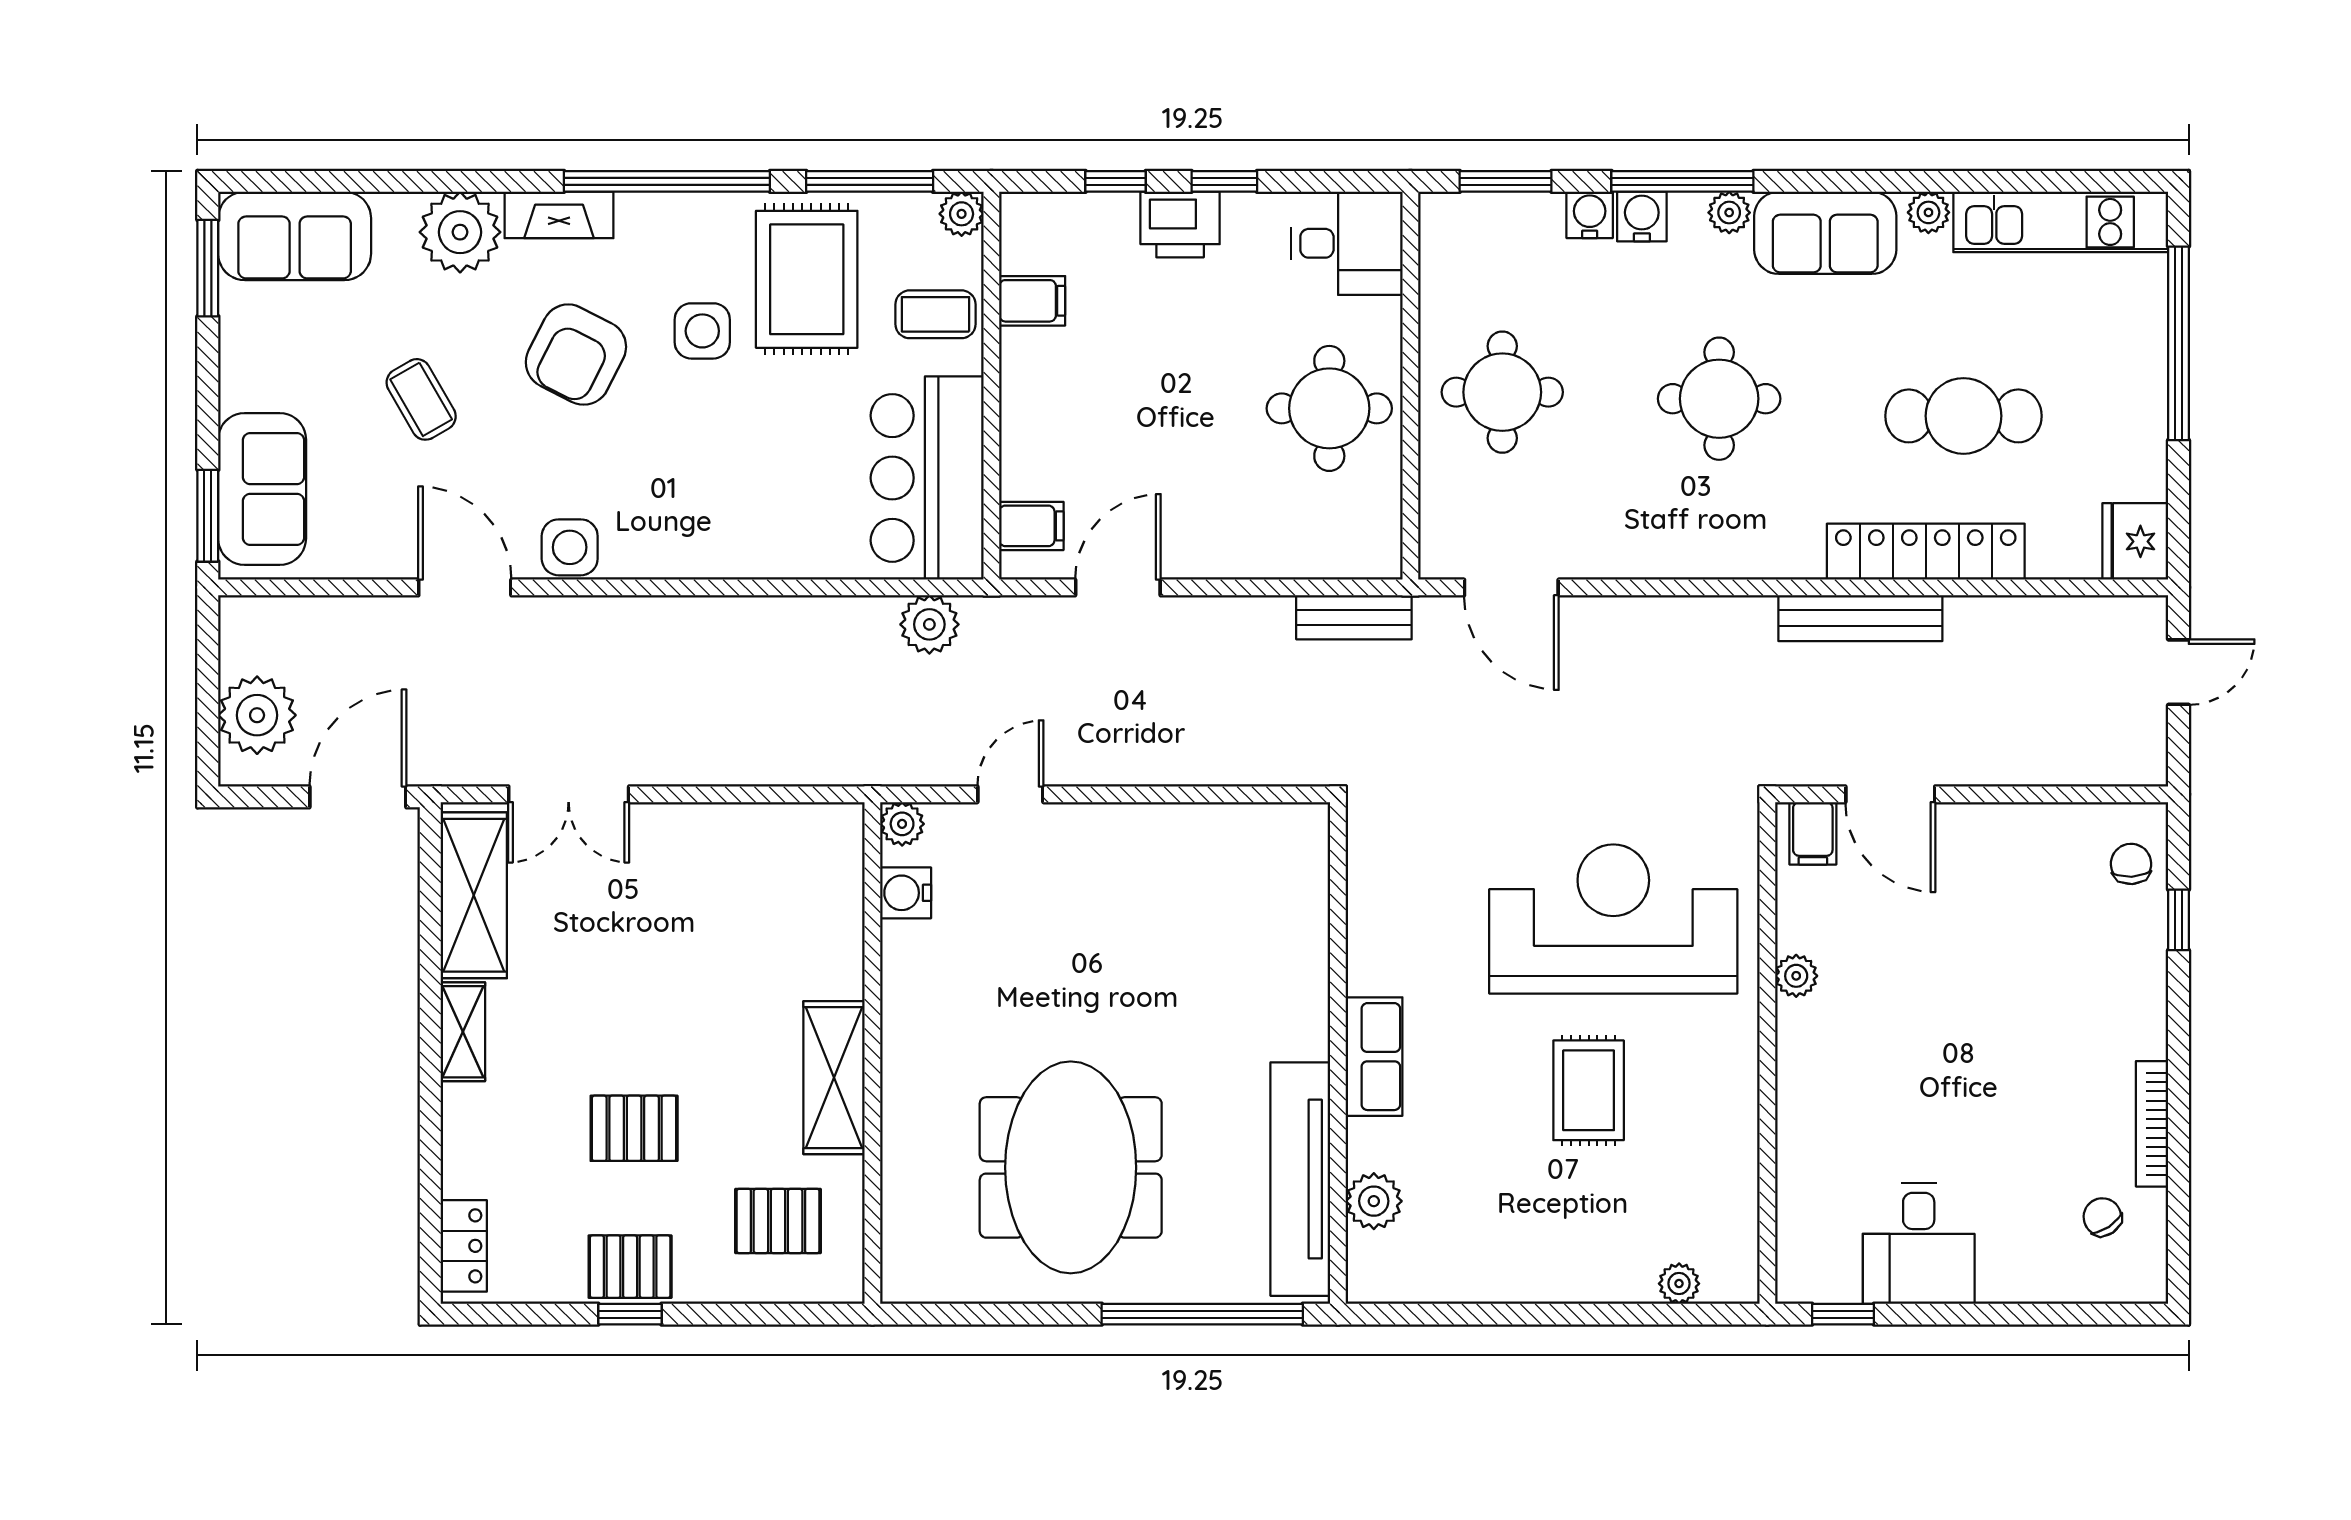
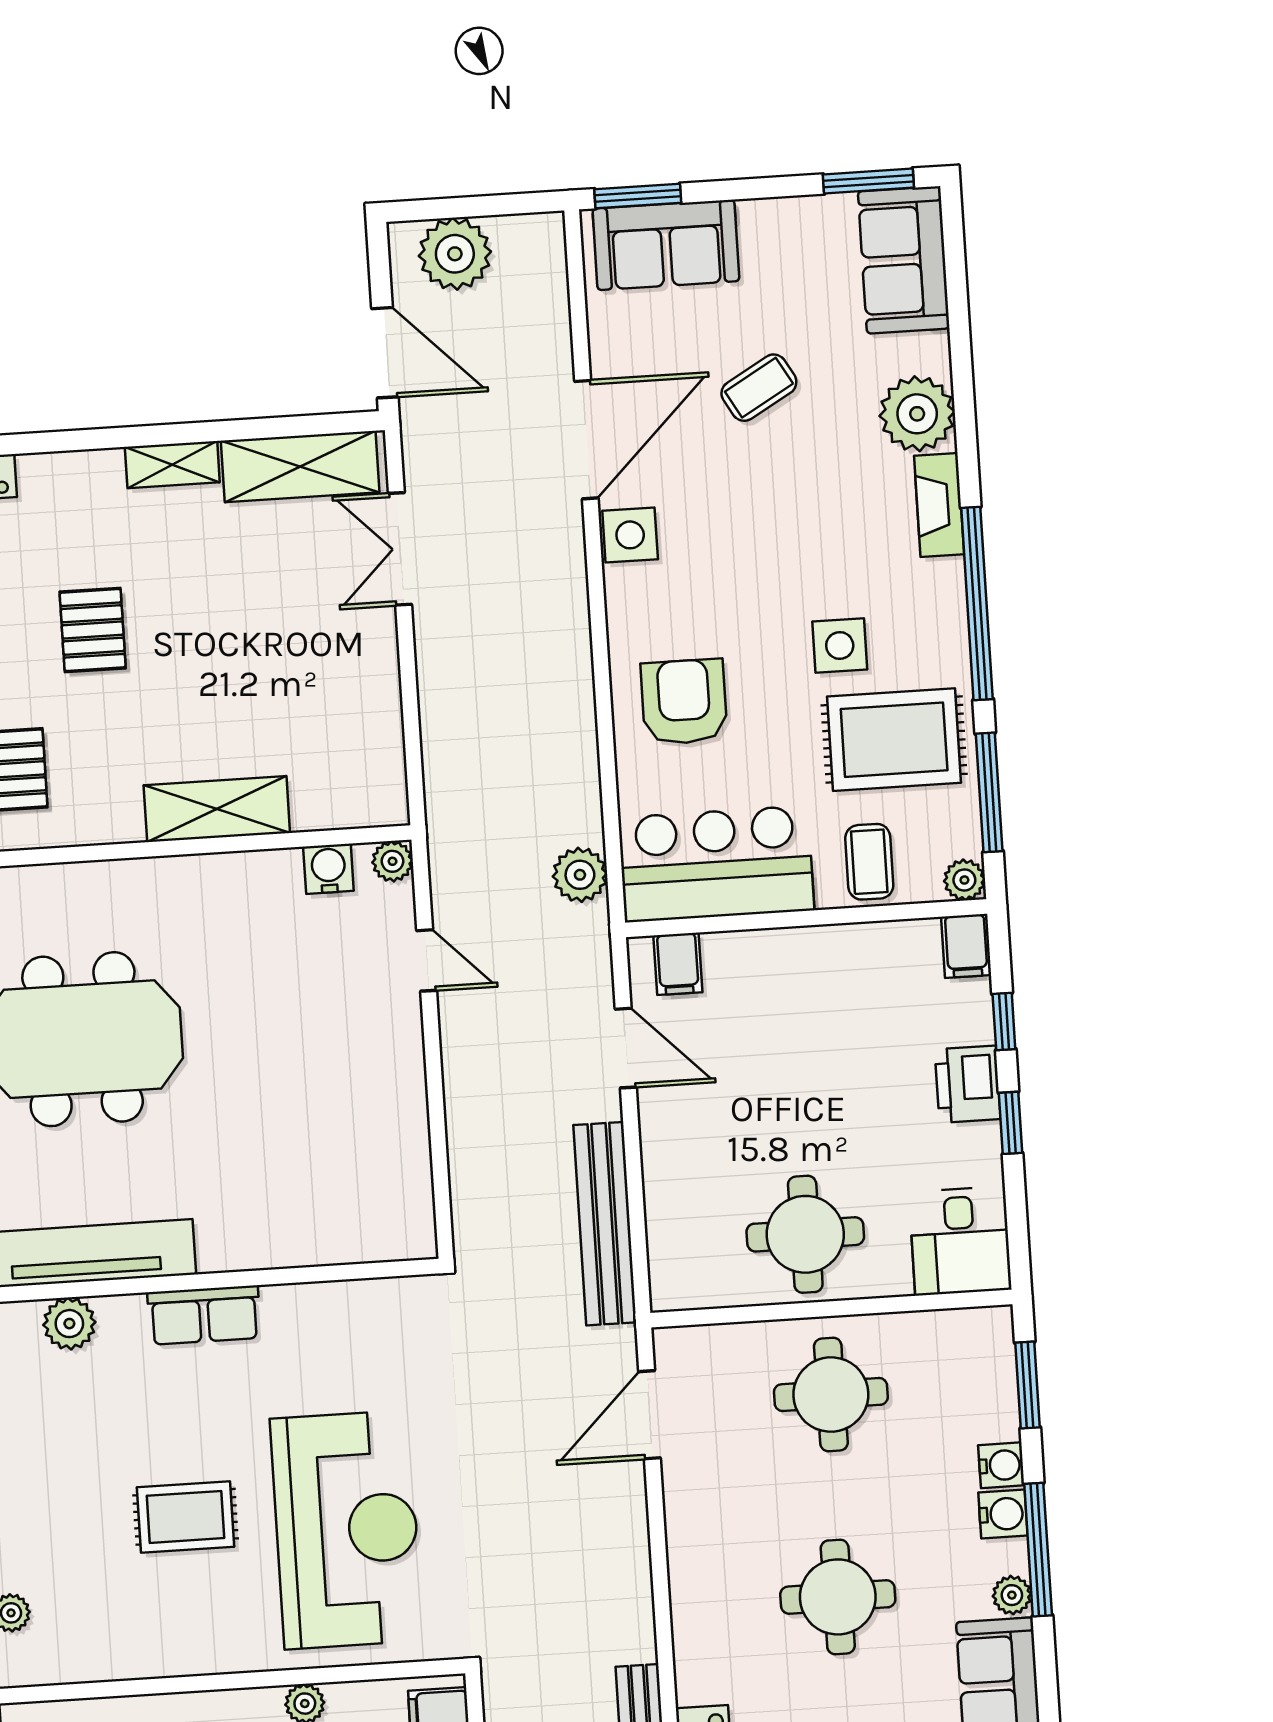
filing cabinet: (1032, 301) -> (966, 946), moved
armchair: (576, 355) -> (684, 702), moved, turned 63
door: (465, 587) -> (586, 440), width x1.36
bench: (1354, 617) -> (605, 1224), width x1.86, depth x1.21
shelving: (834, 1078) -> (217, 809), moved

